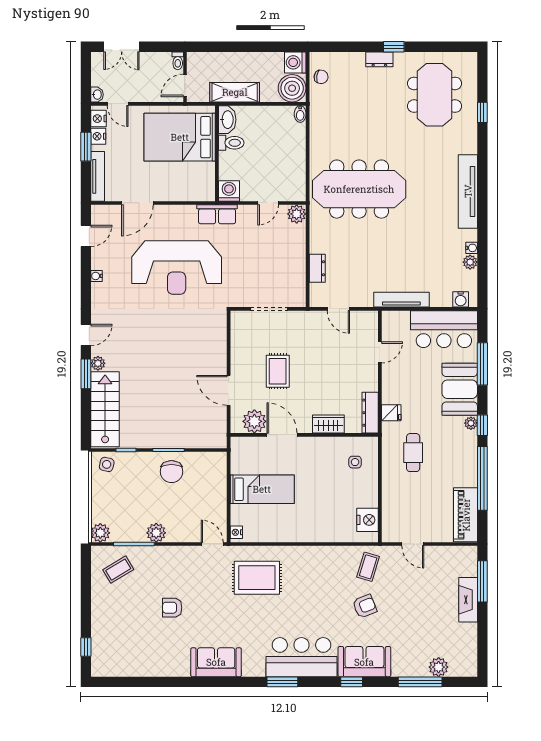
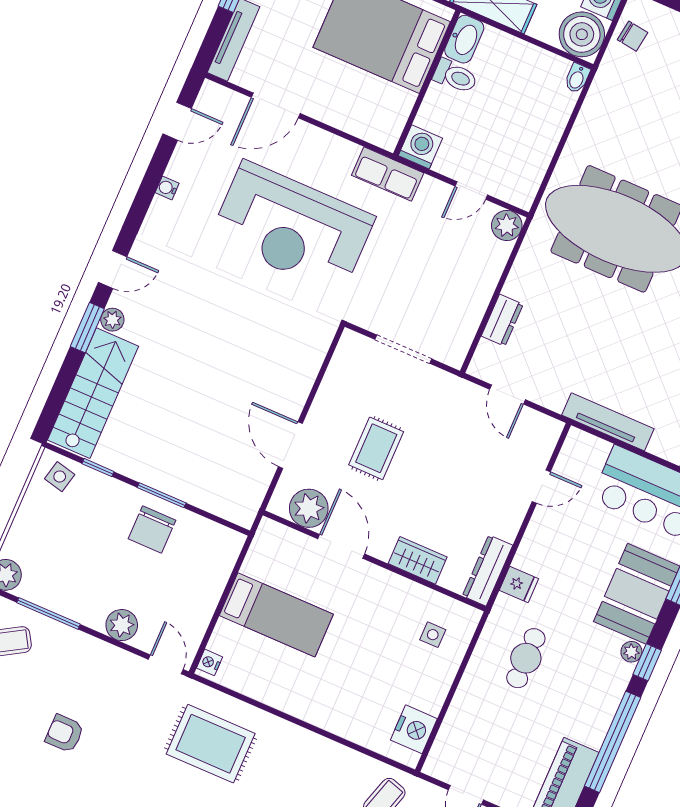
plant: (156, 533) -> (122, 625), moved

